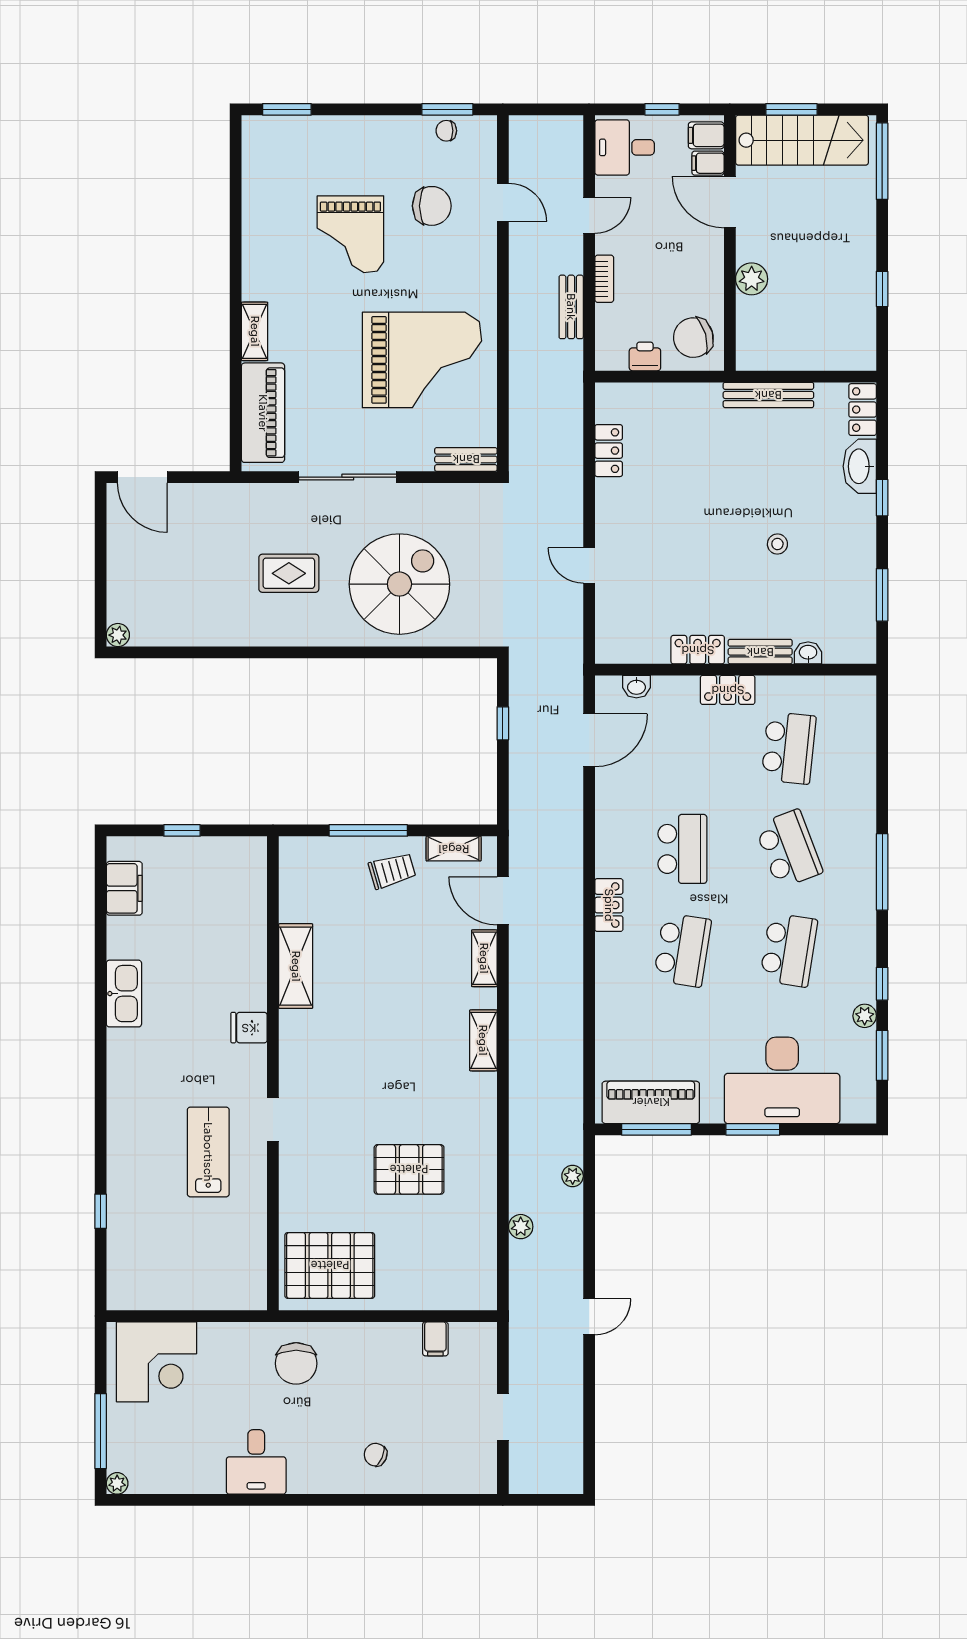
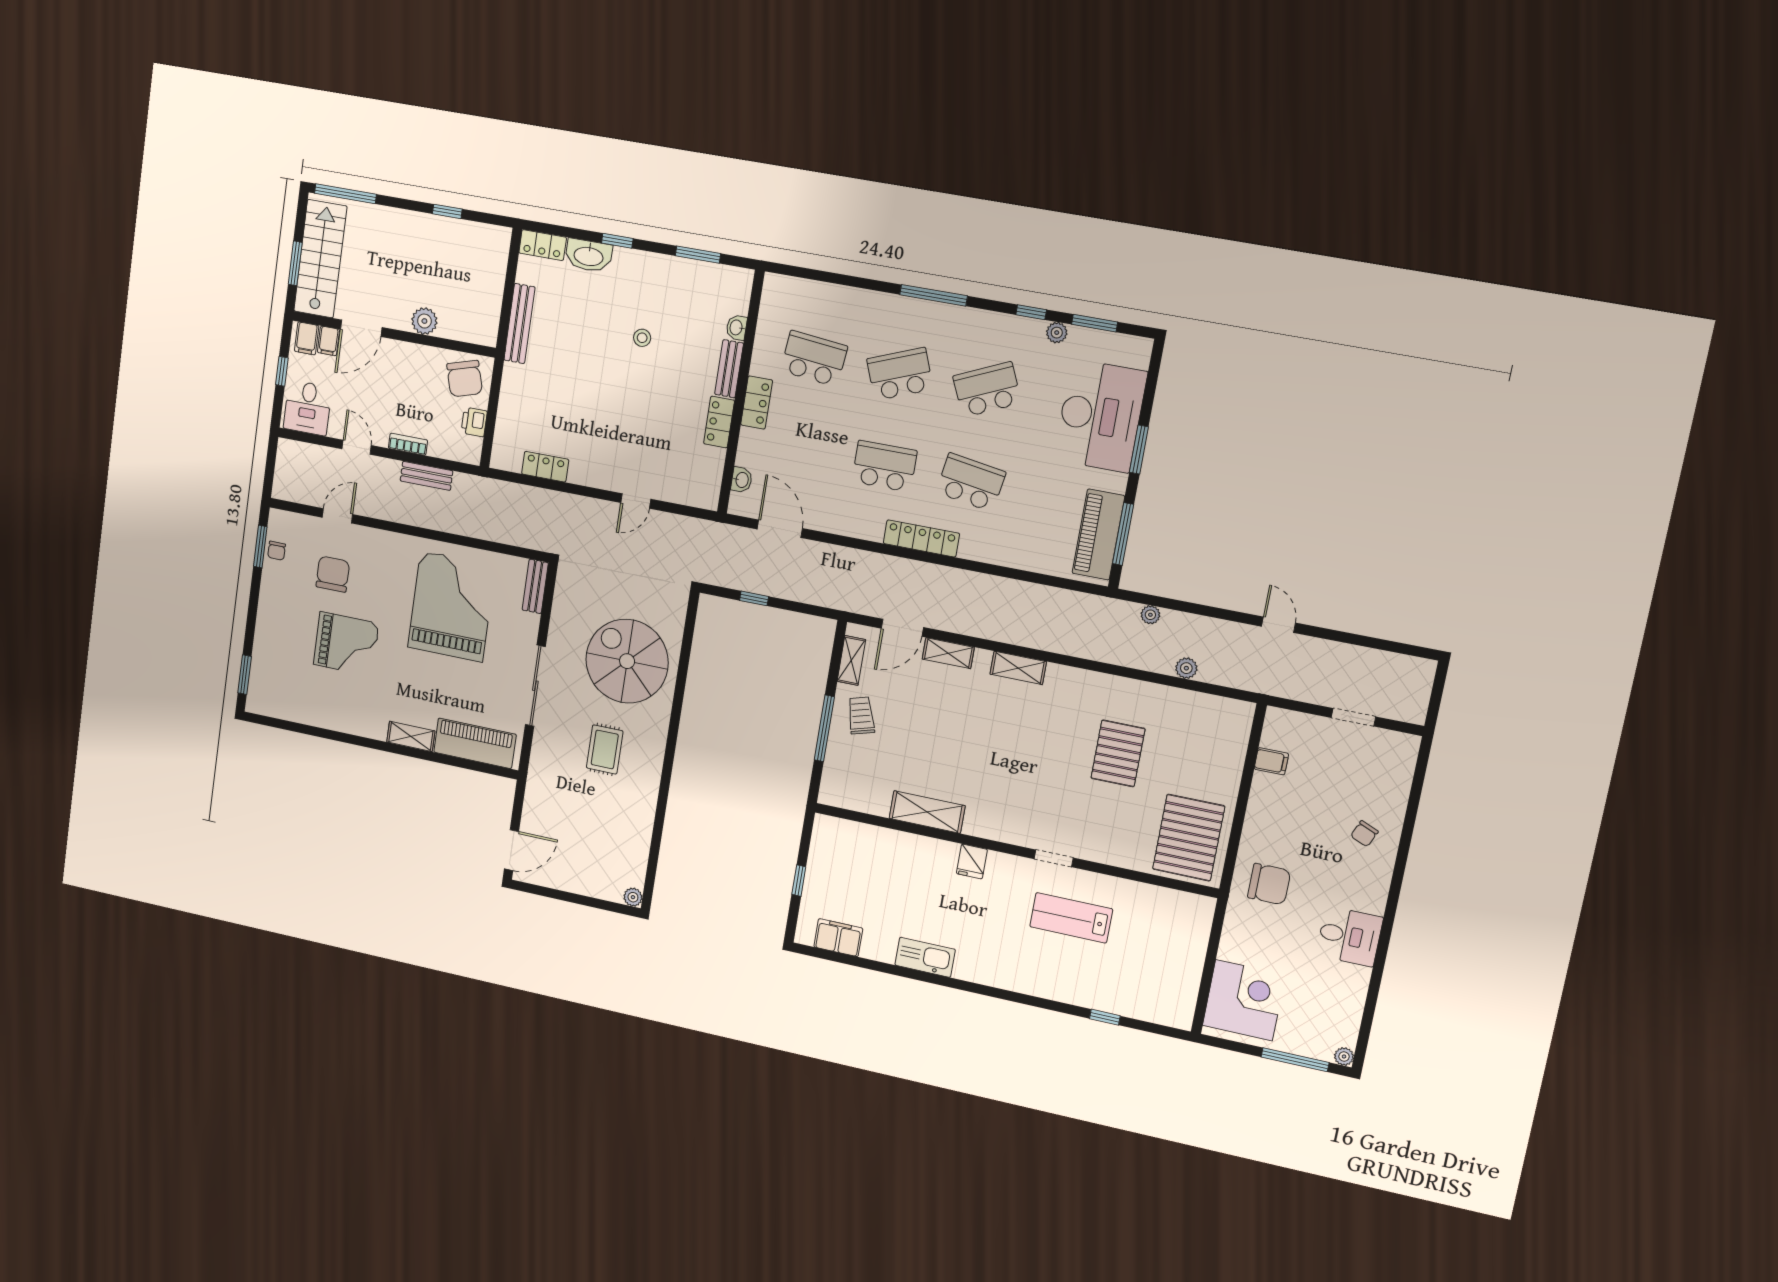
locker: (609, 905) -> (921, 538), width x1.53
school desk: (789, 950) -> (987, 390), turned -33

